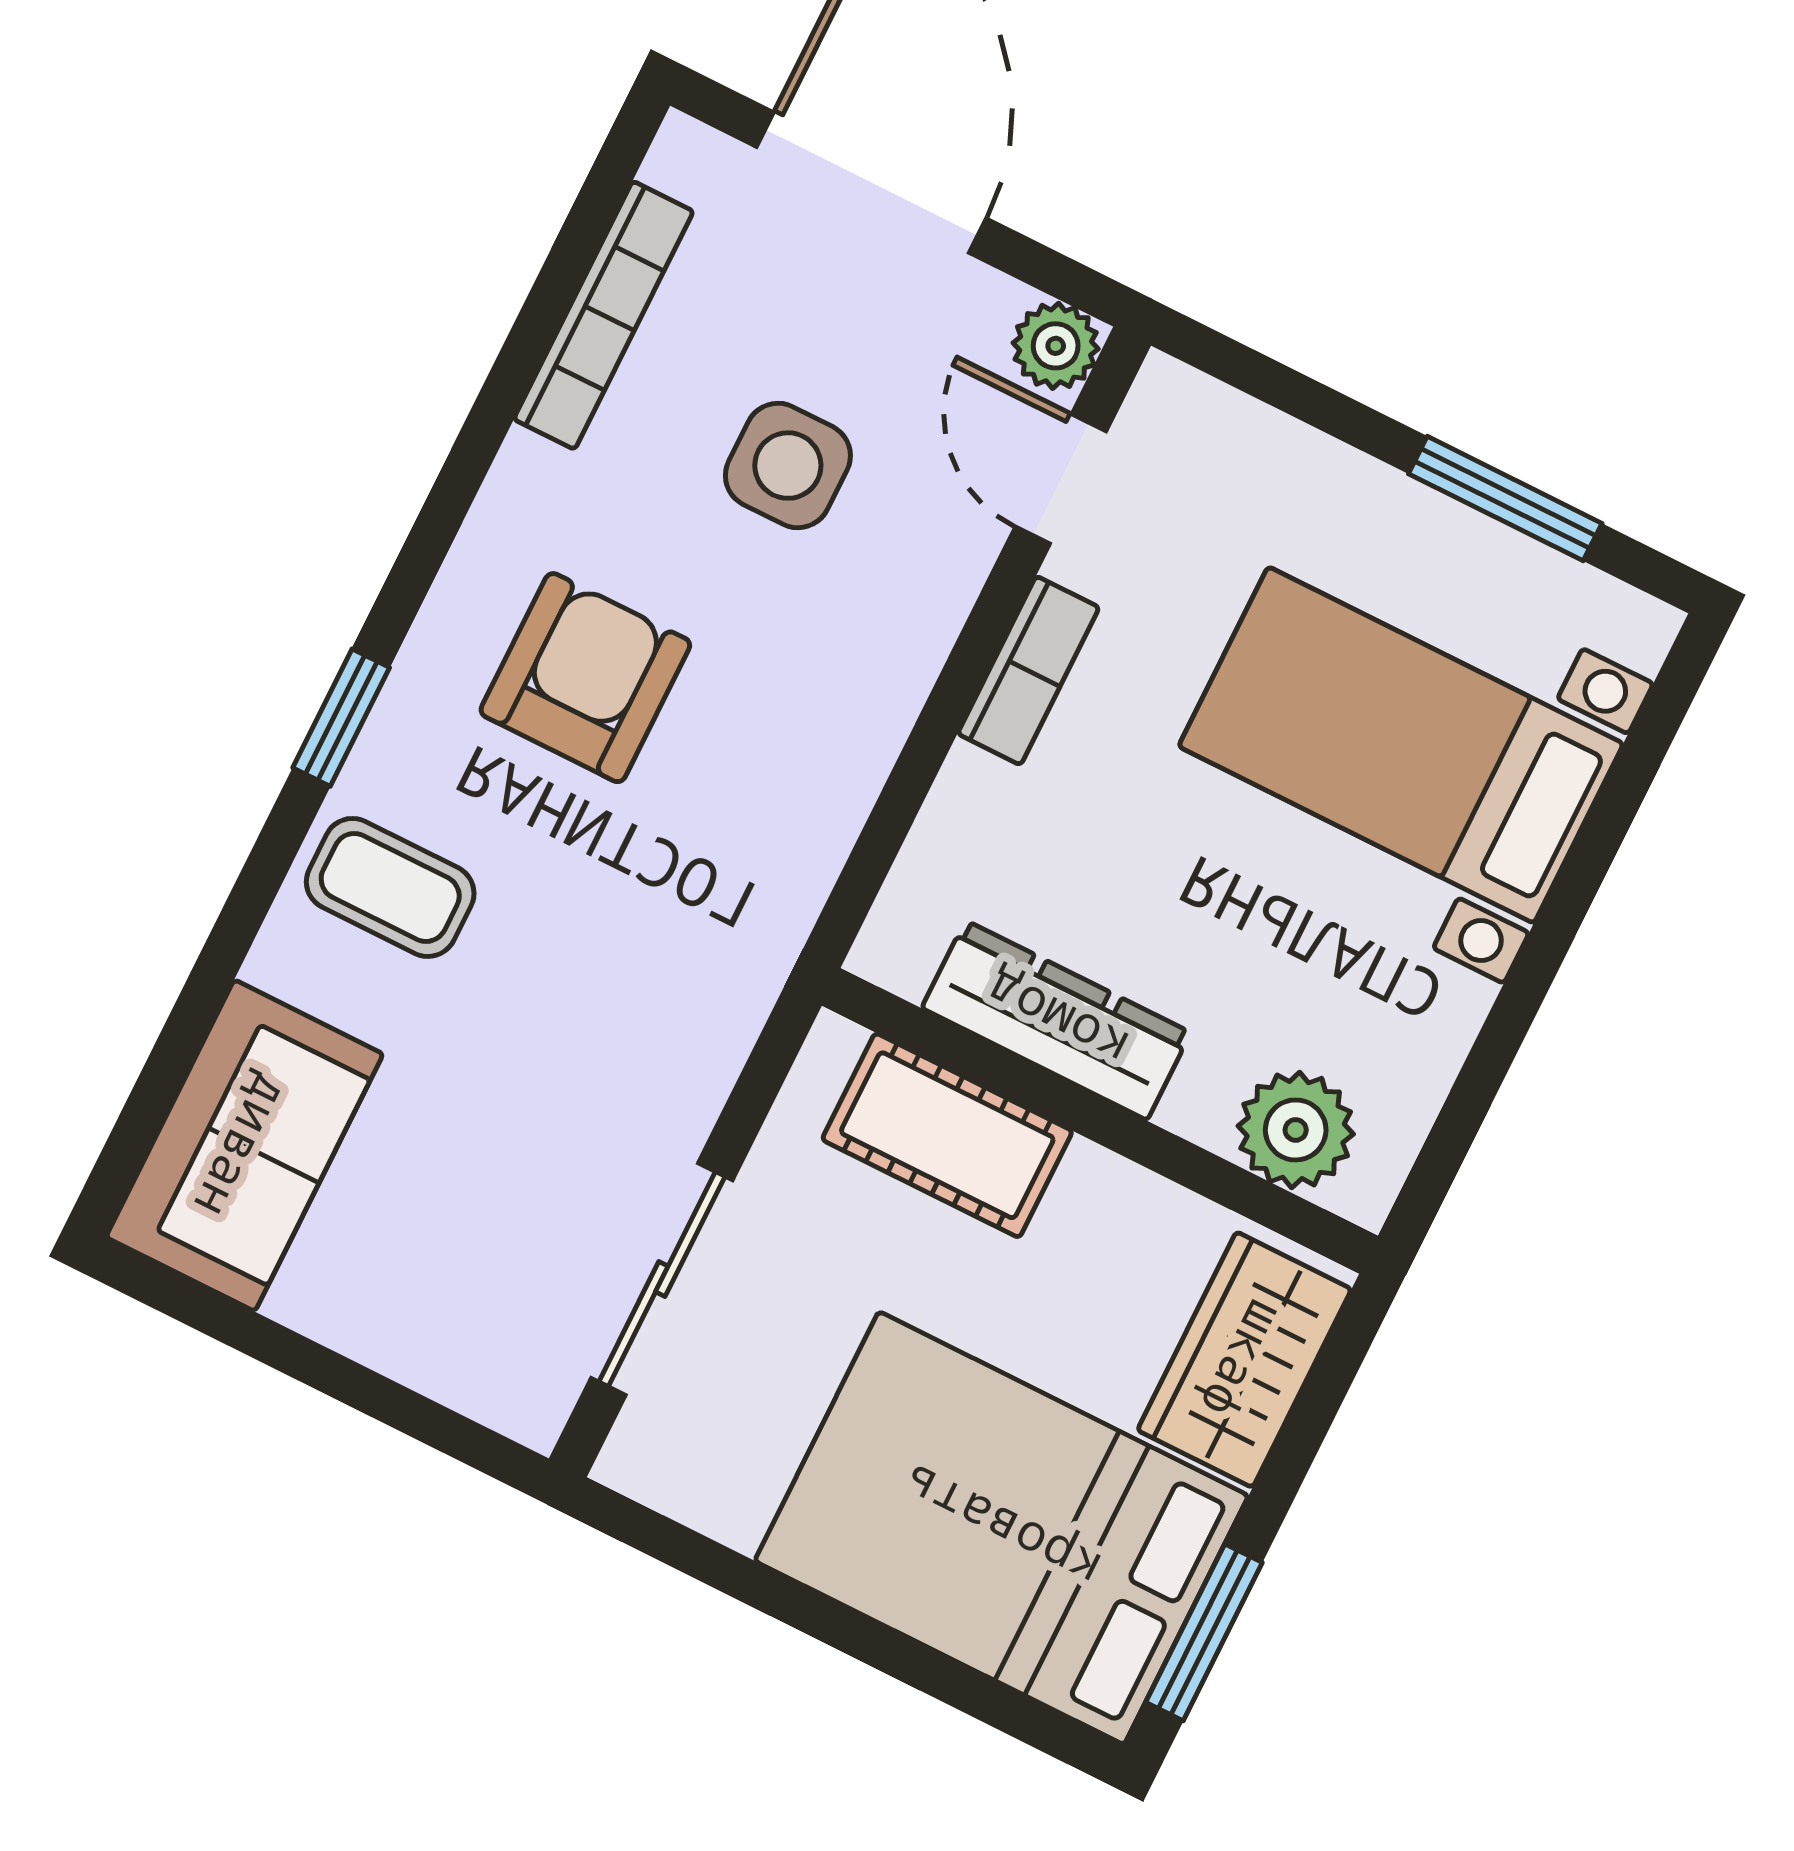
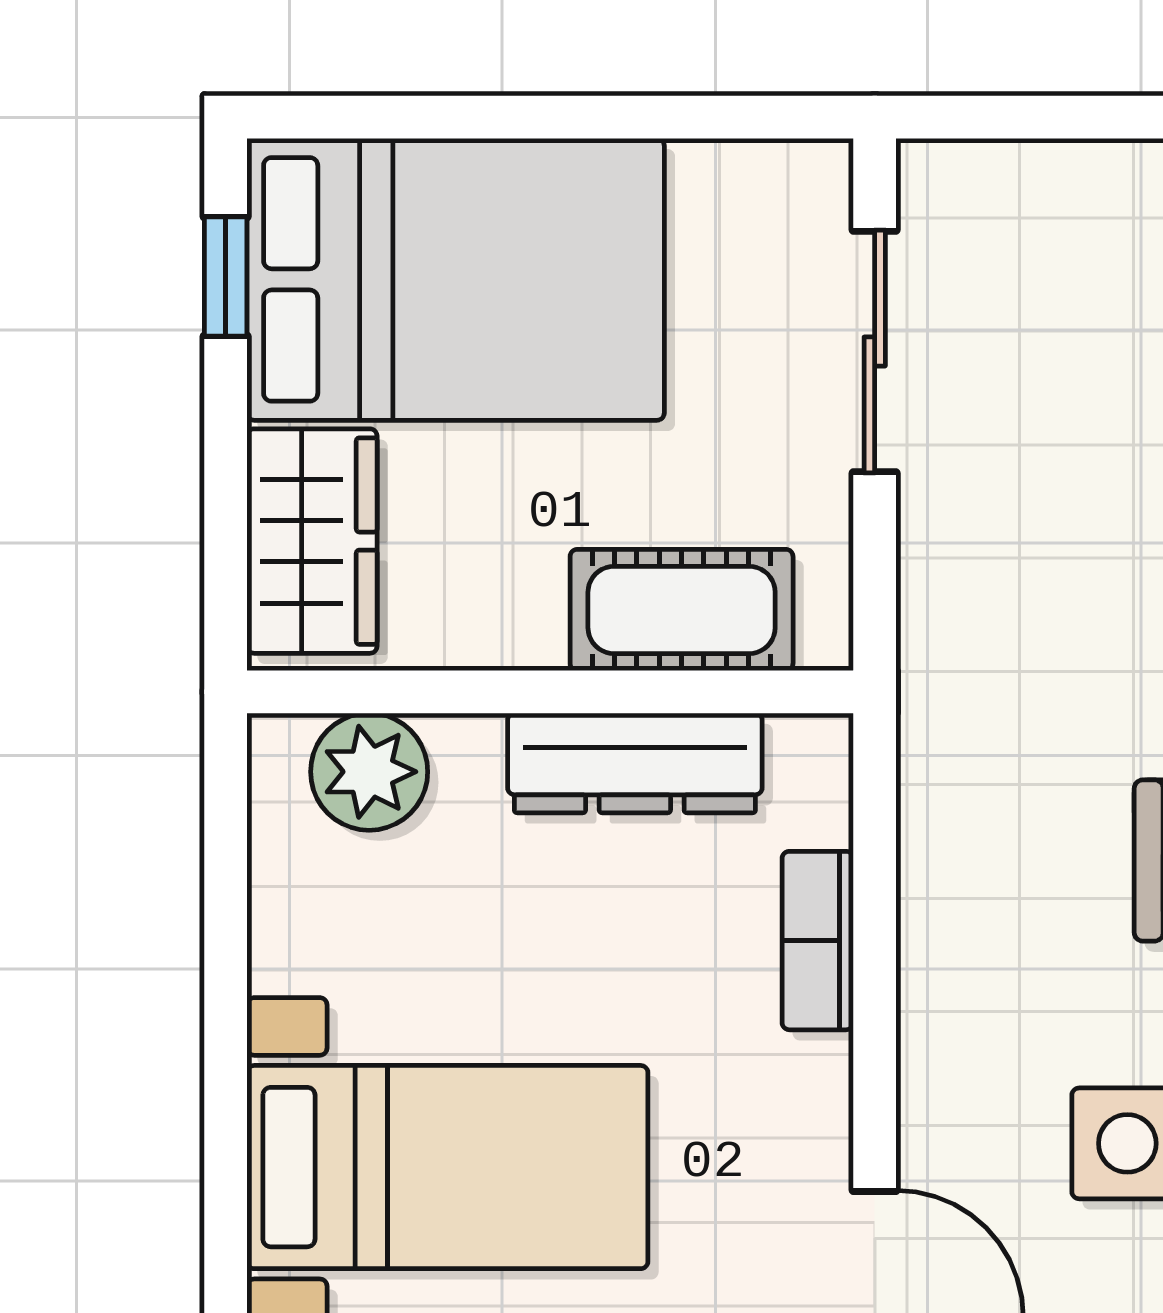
bookcase: (1028, 671) -> (818, 941), moved
window: (1204, 1632) -> (226, 276), width x0.67

